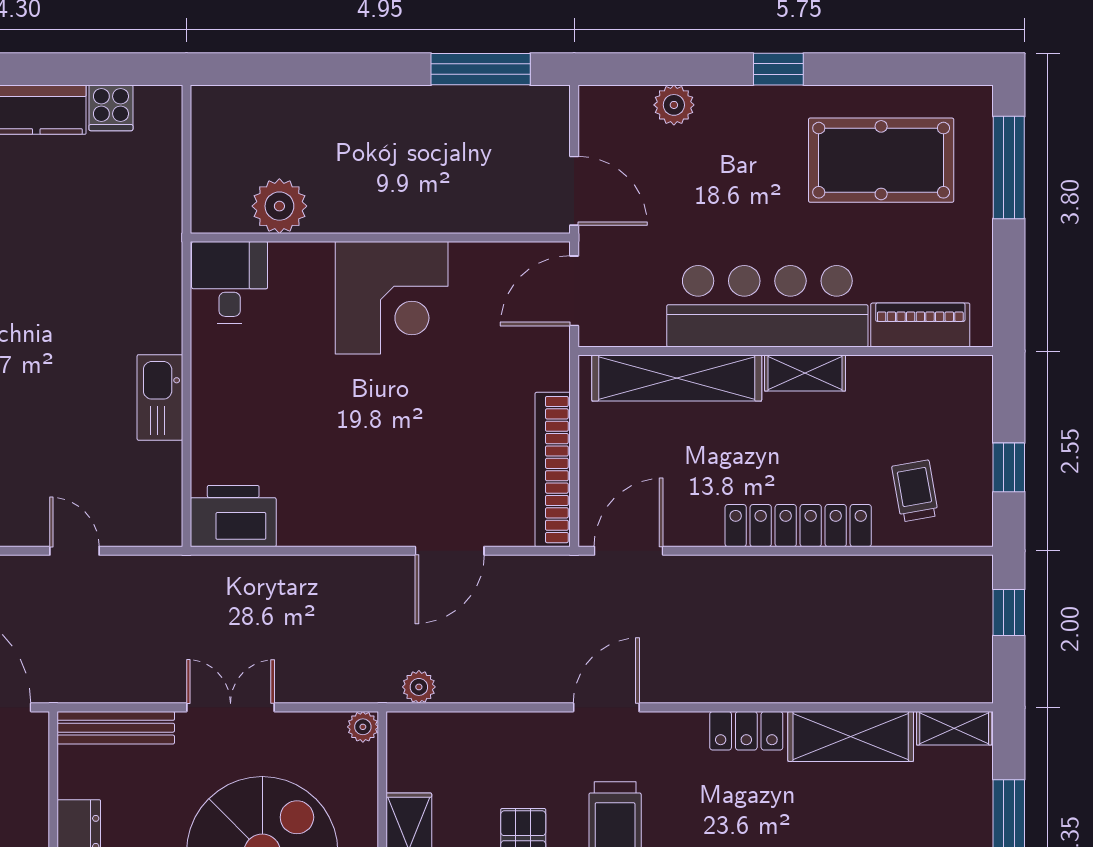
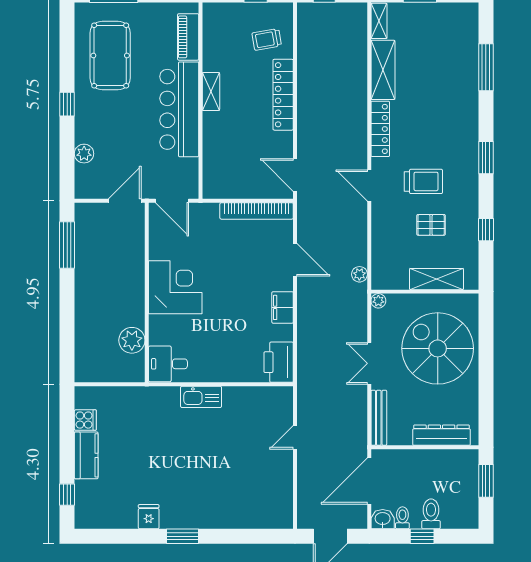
shelving: (677, 378) -> (213, 152), removed
kitchen sink: (160, 397) -> (201, 397), moved
filing cabinet: (349, 524) -> (283, 307), added
locker: (746, 731) -> (380, 129), width x1.53

